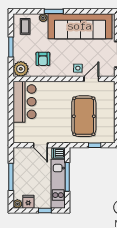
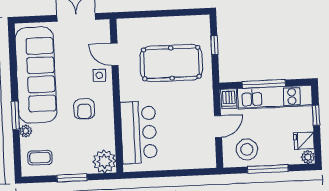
armchair: (43, 59) -> (84, 109), moved, turned 90
bar counter: (24, 102) -> (139, 132), moved, turned 90
stool: (24, 164) -> (247, 149), added

